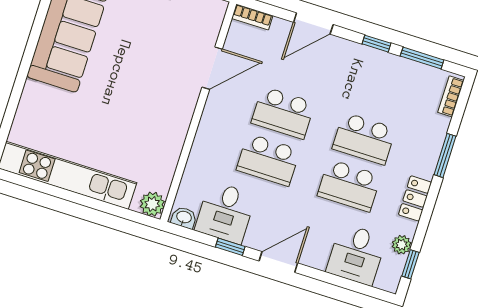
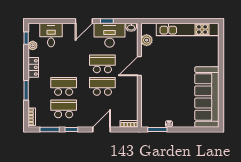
door: (212, 68) -> (139, 66), moved
school desk: (349, 186) -> (64, 109), moved
plant: (152, 204) -> (147, 40), moved
desk: (225, 212) -> (110, 35), width x1.37

